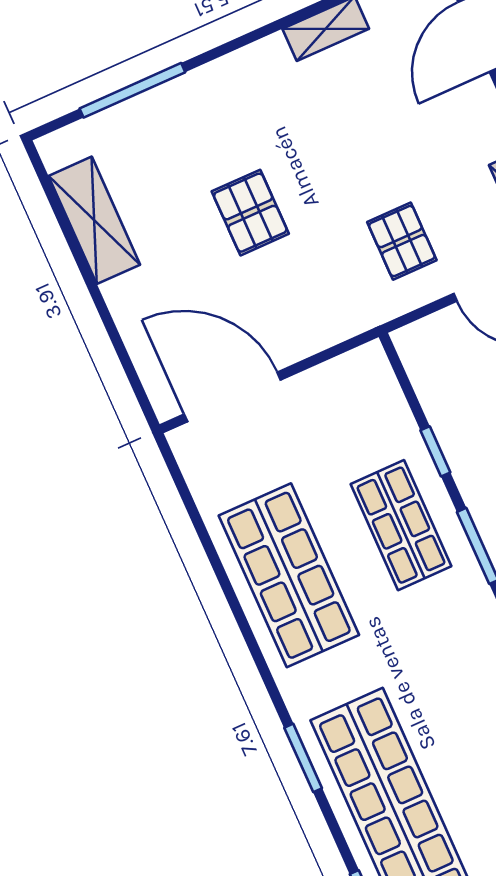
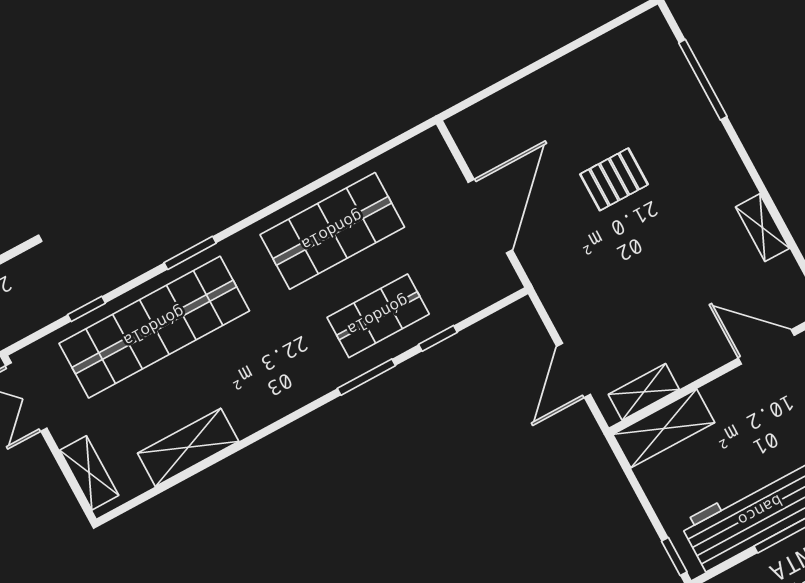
shelving: (94, 220) -> (599, 58), removed
pallet: (402, 241) -> (601, 300), removed
door: (232, 397) -> (490, 216), moved

